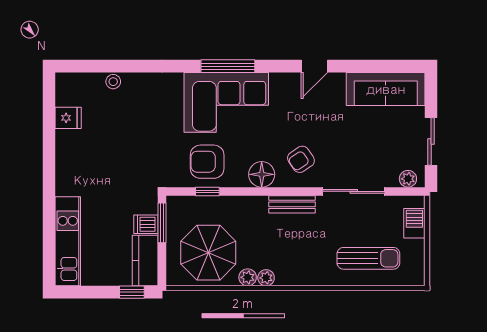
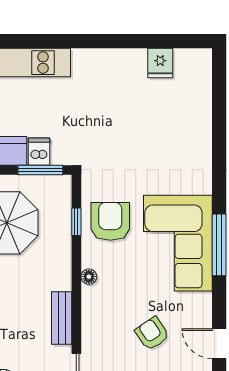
stool: (113, 82) -> (202, 114), removed
armchair: (301, 159) -> (152, 334), moved
floor lamp: (262, 174) -> (89, 277), width x0.53, depth x0.53

